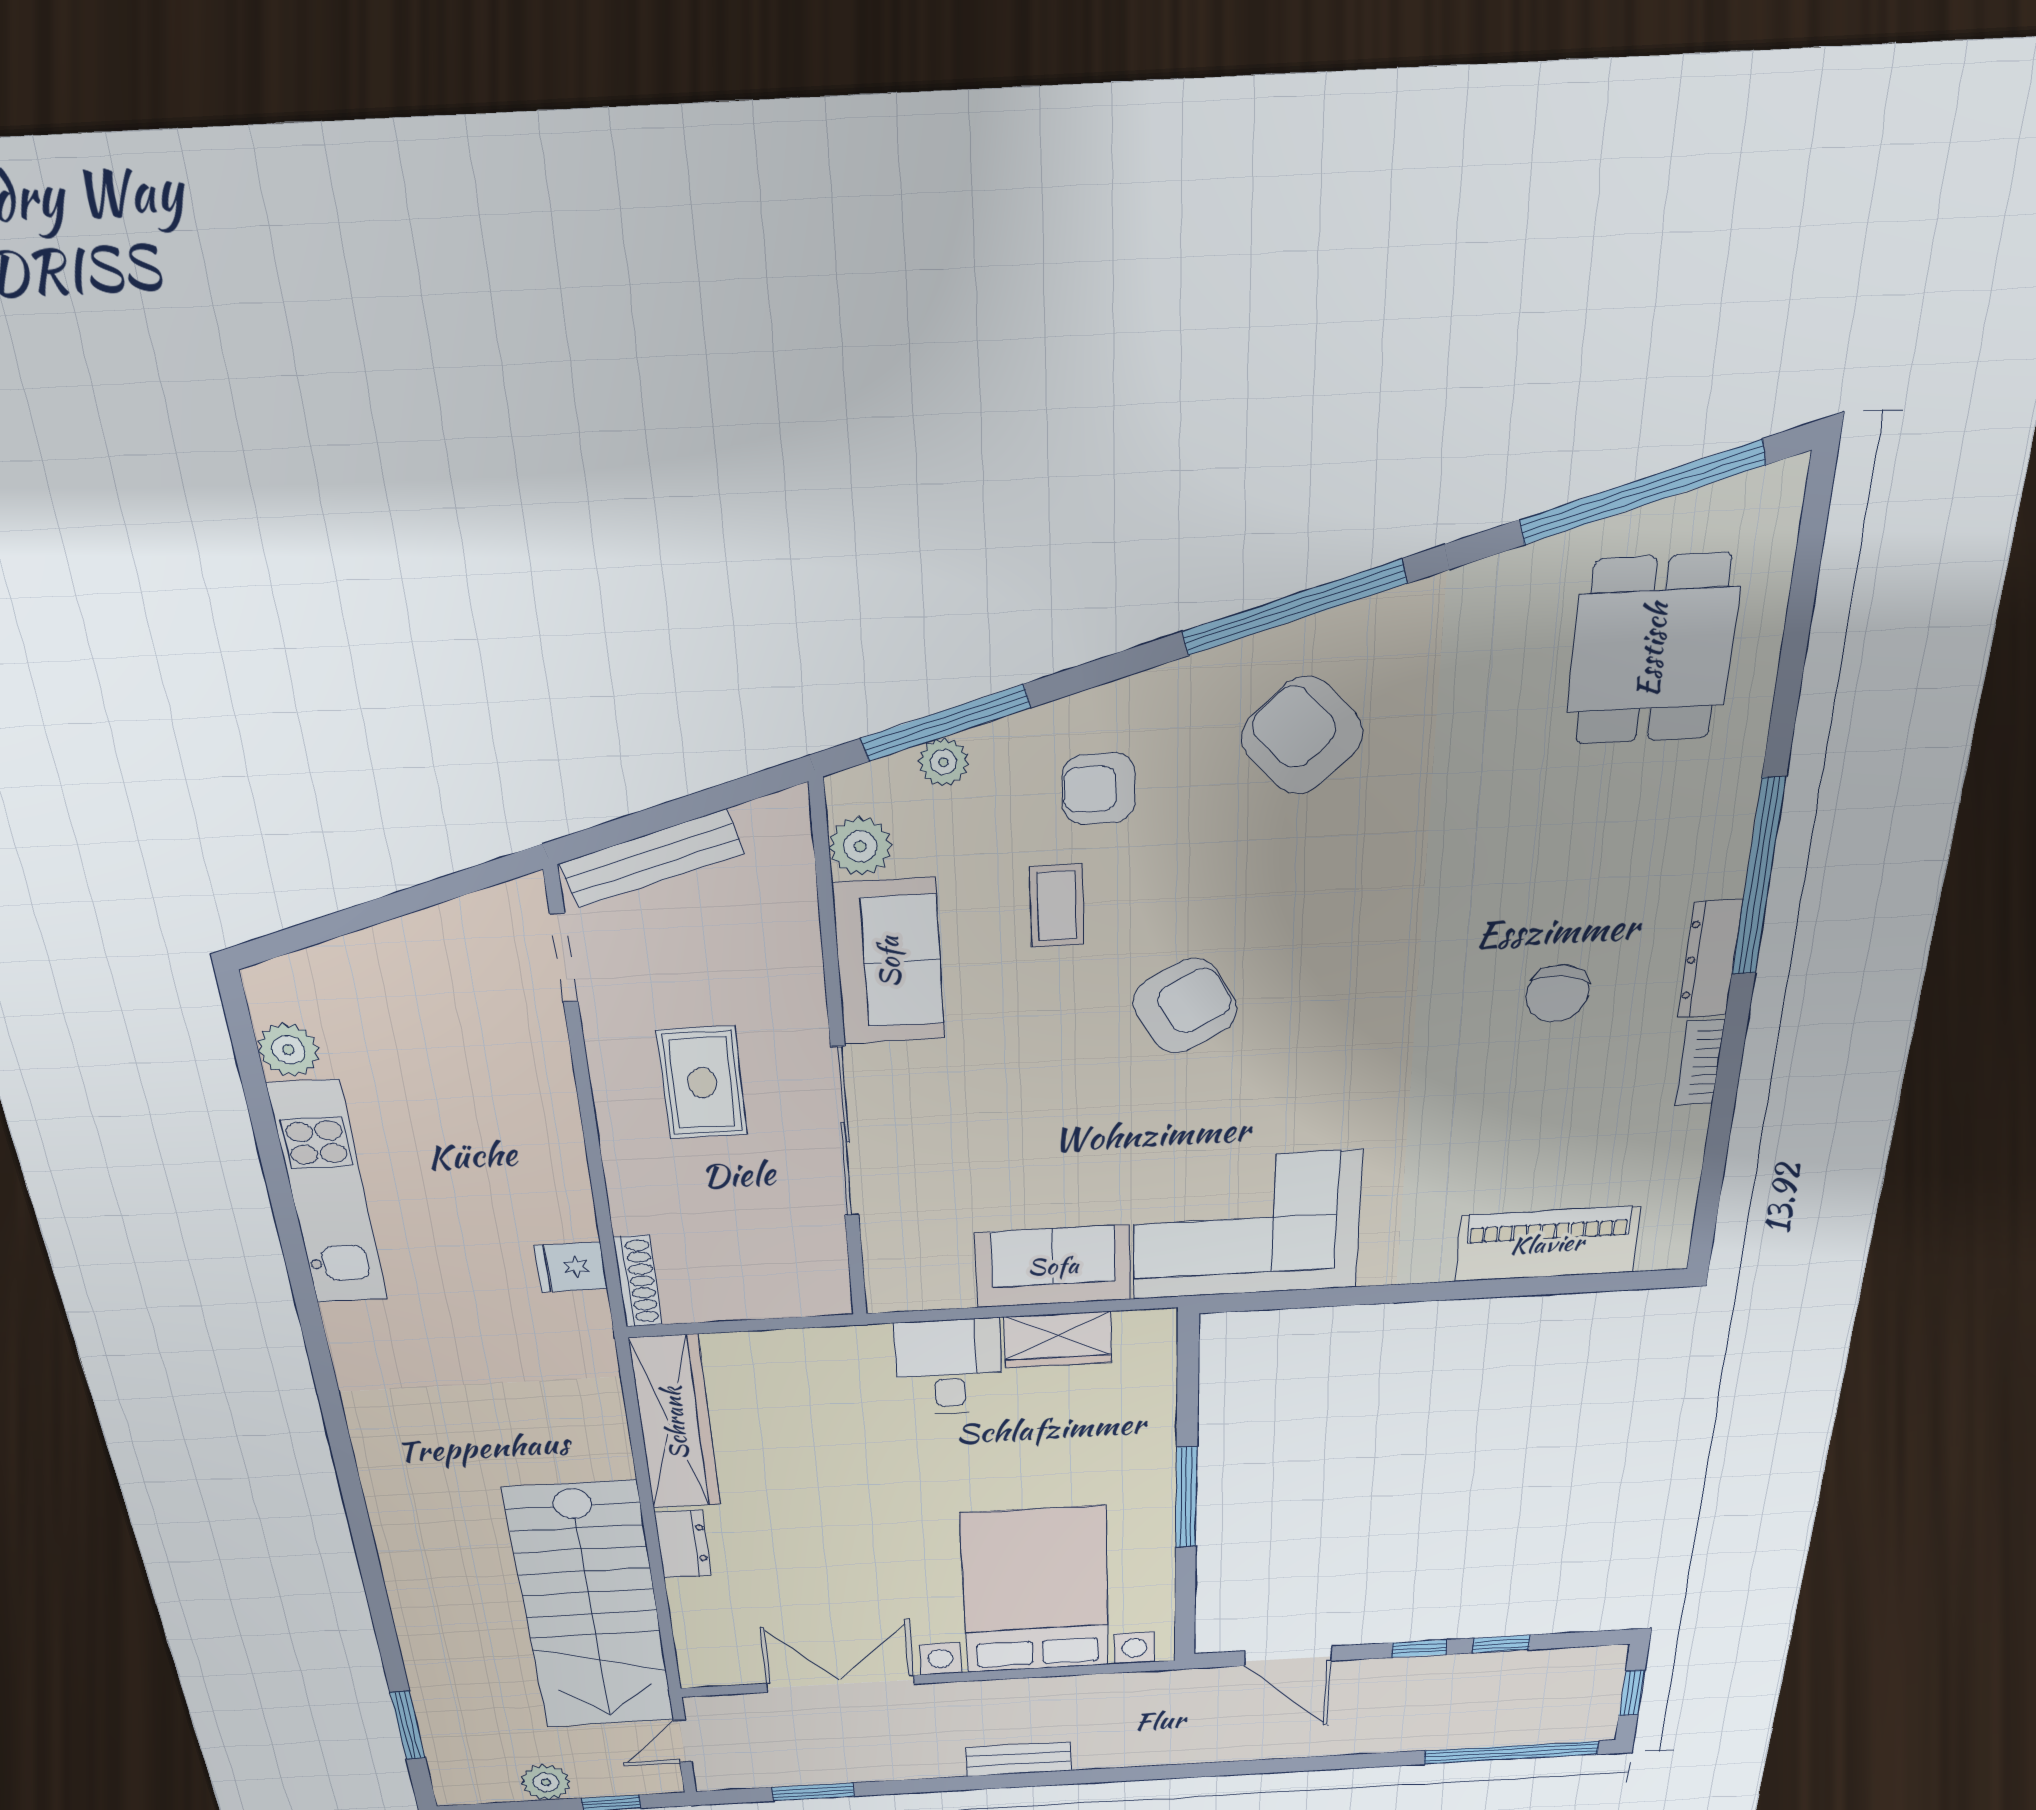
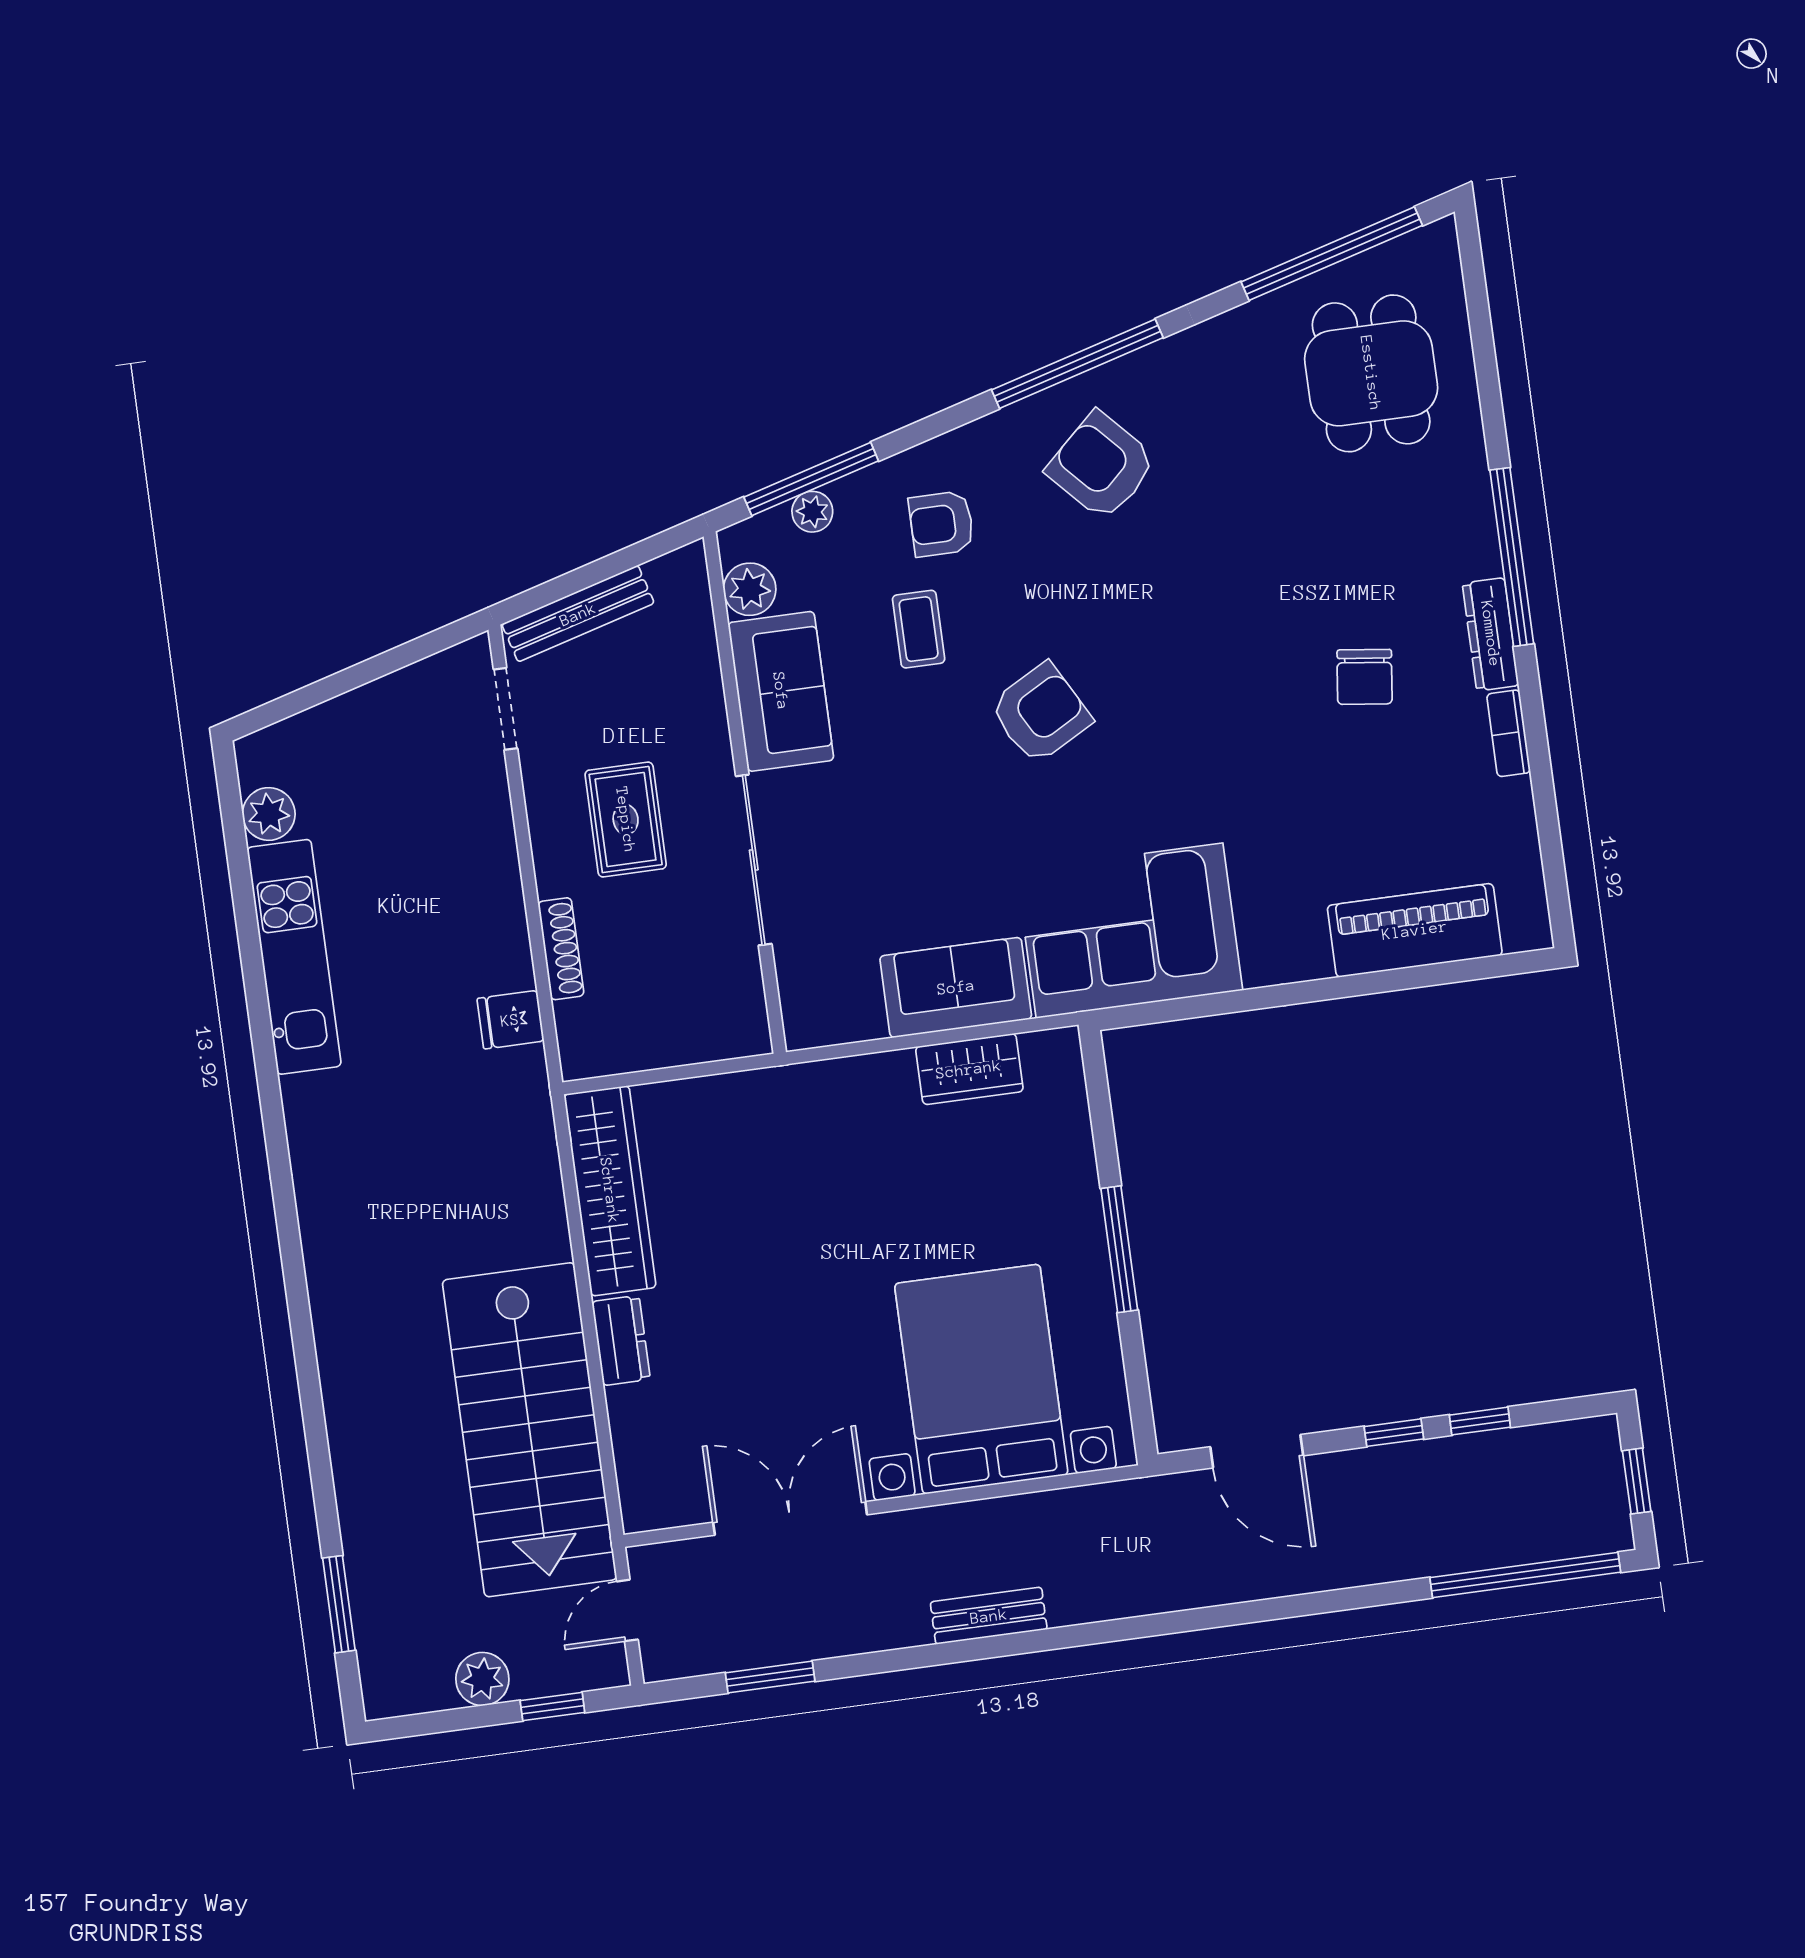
shoe rack: (638, 1281) -> (561, 949), moved
desk: (949, 1367) -> (869, 1108), removed

